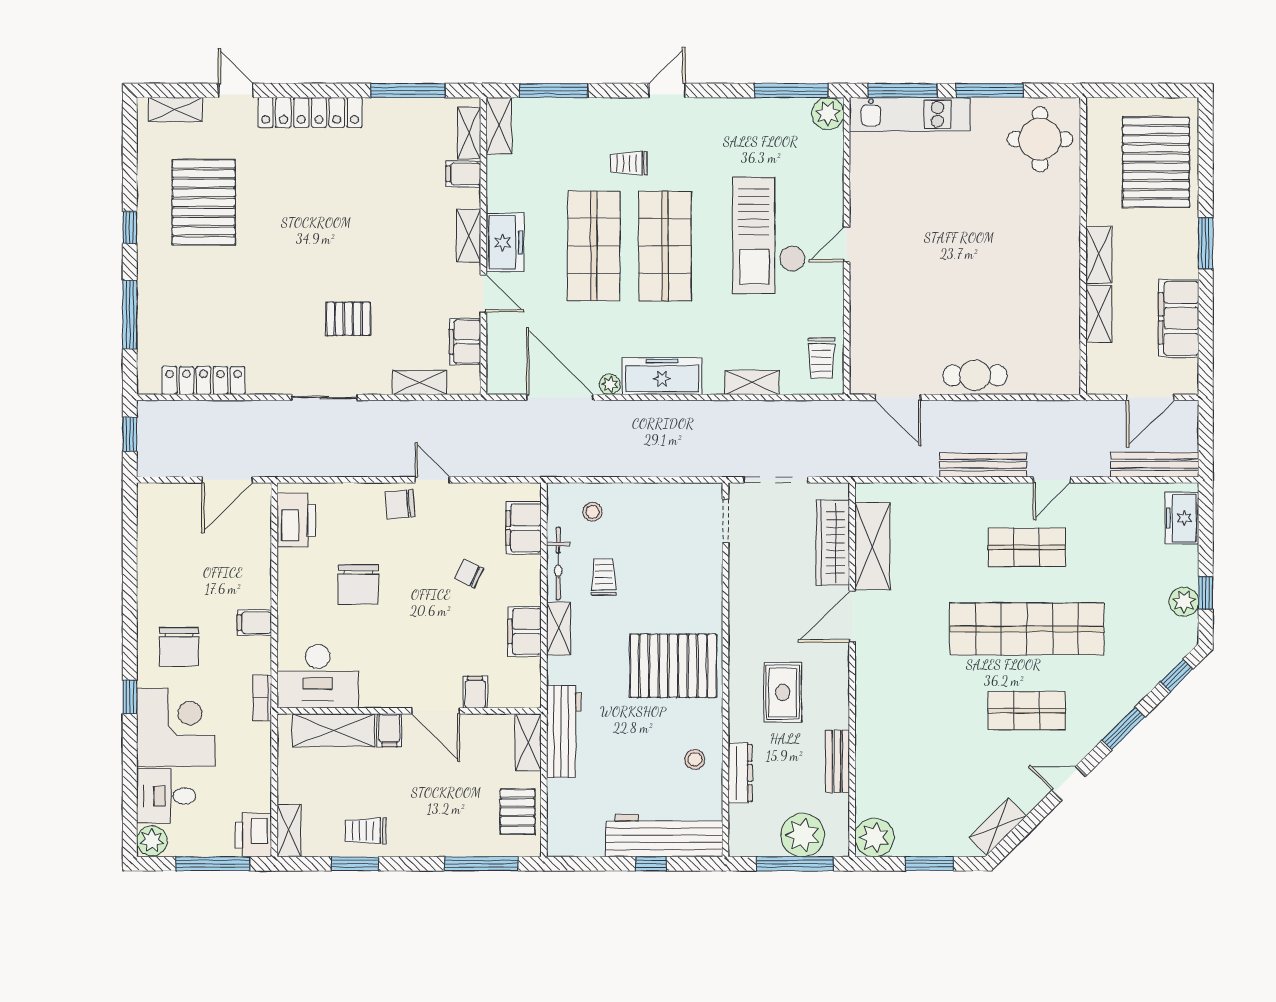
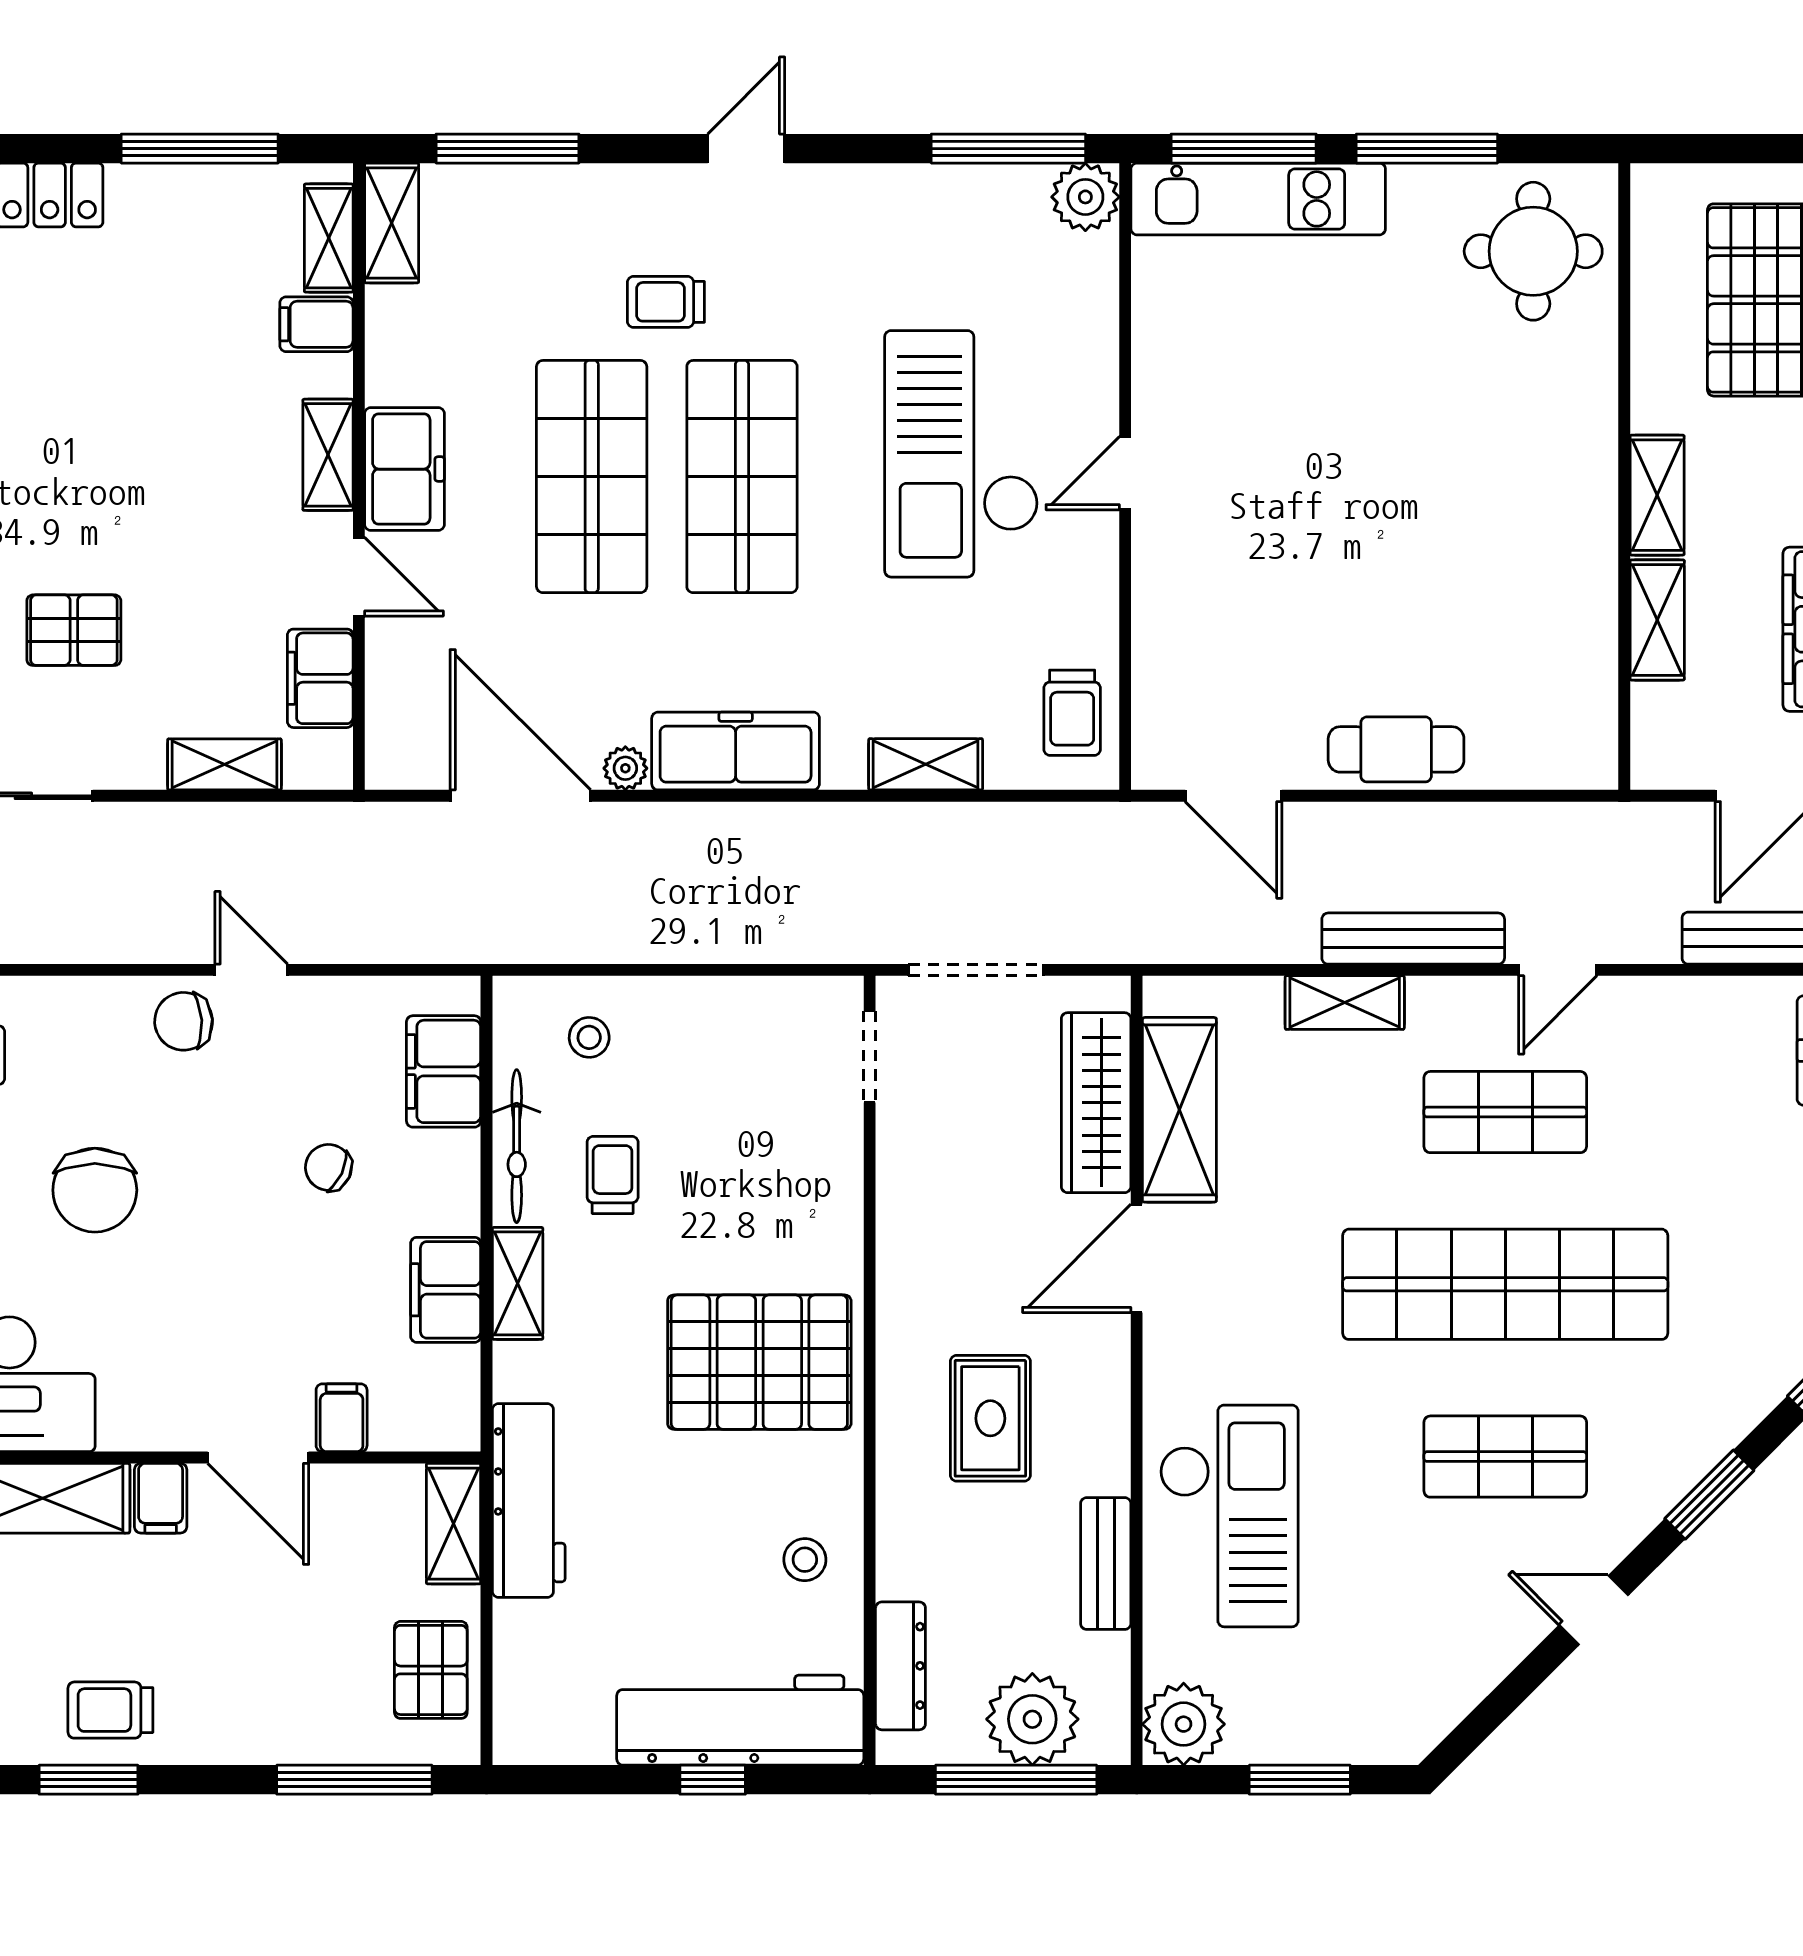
checkout: (896, 739) -> (1229, 1516), added
dresser: (740, 773) -> (900, 1666), moved
shelving: (998, 827) -> (1345, 1003), moved, turned 45

